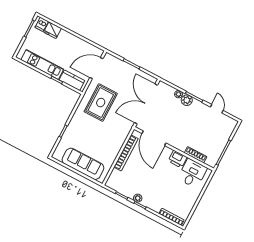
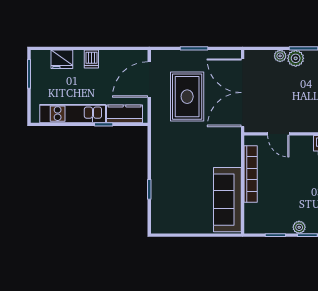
dishwasher: (42, 24) -> (91, 59), moved
rug: (101, 103) -> (187, 97), moved
door: (154, 138) -> (278, 134), width x0.53
sofa: (83, 164) -> (227, 200), moved, turned -90

